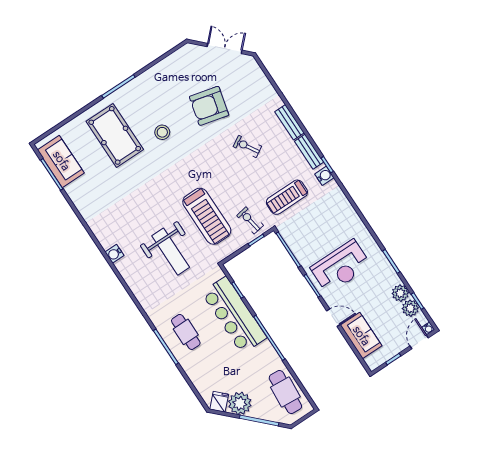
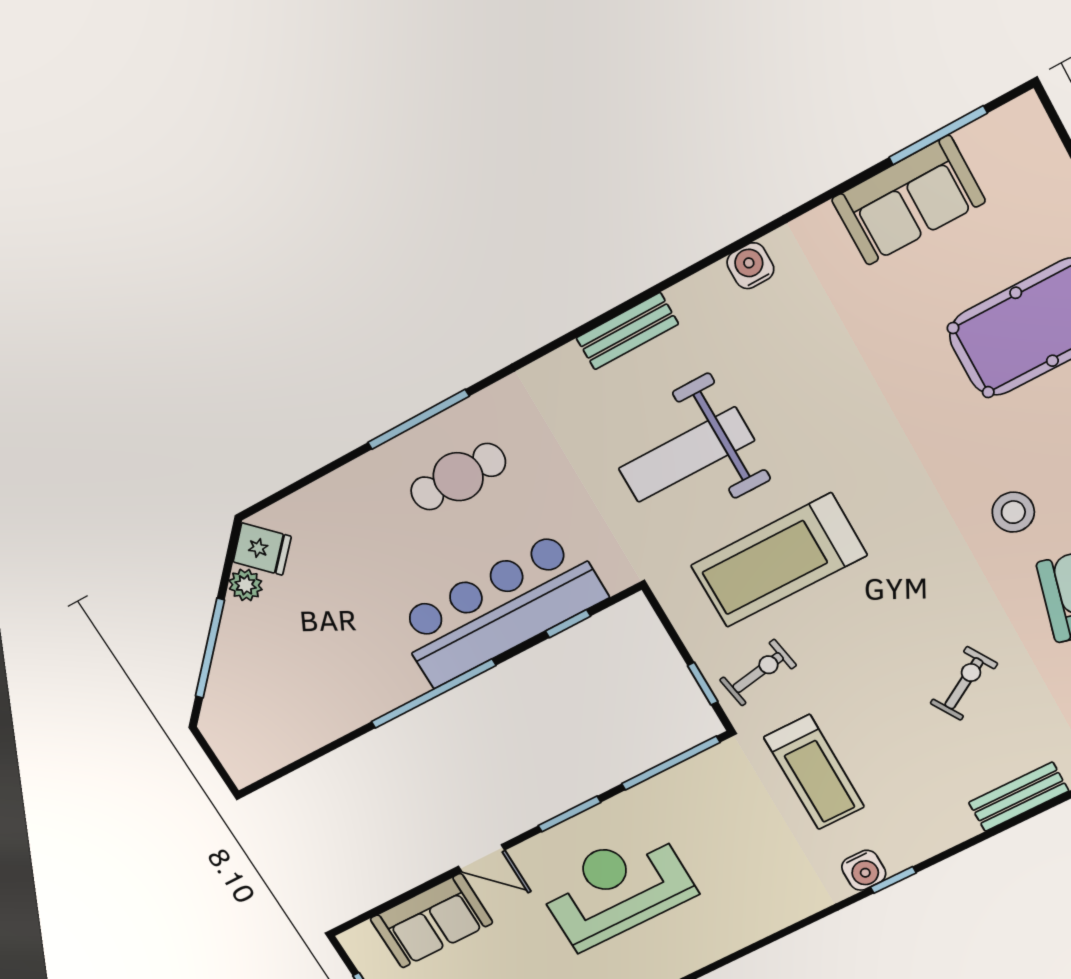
stool: (162, 132) -> (1013, 512), moved
bench: (309, 152) -> (627, 331), moved
sofa: (61, 161) -> (908, 200), moved
treadmill: (287, 197) -> (814, 772), turned 180
water cooler: (114, 254) -> (750, 266), moved
reception desk: (341, 267) -> (616, 888), turned 90
door: (333, 318) -> (481, 858), hinge flipped
cafe table: (285, 392) -> (286, 722), removed
plant: (240, 403) -> (246, 585), width x0.53, depth x0.53

